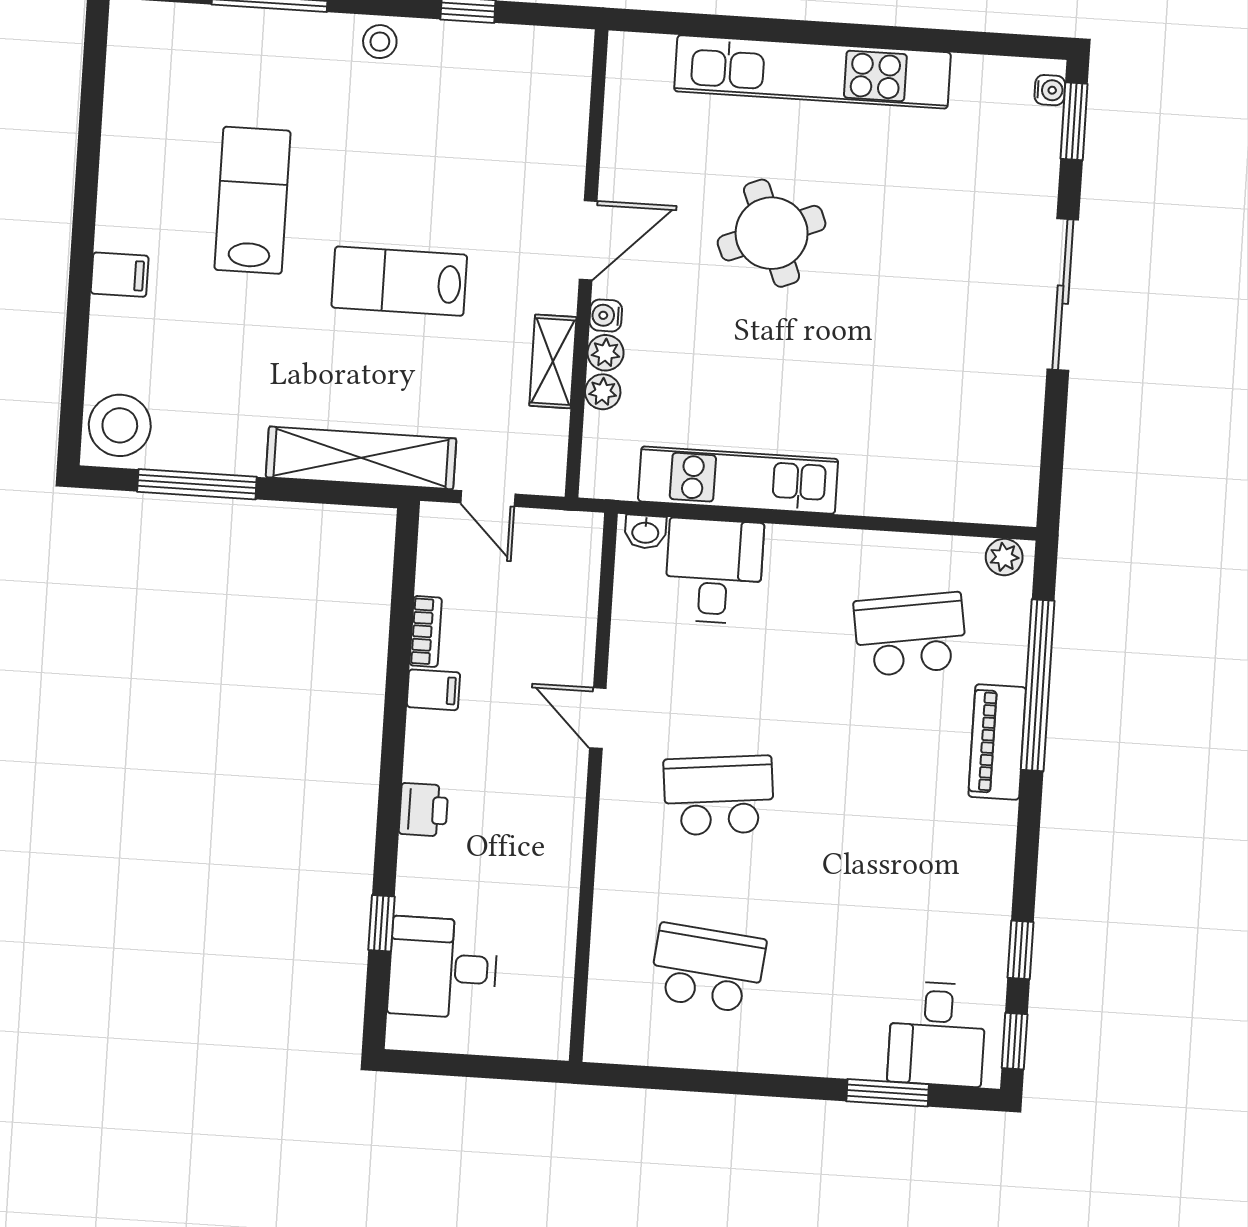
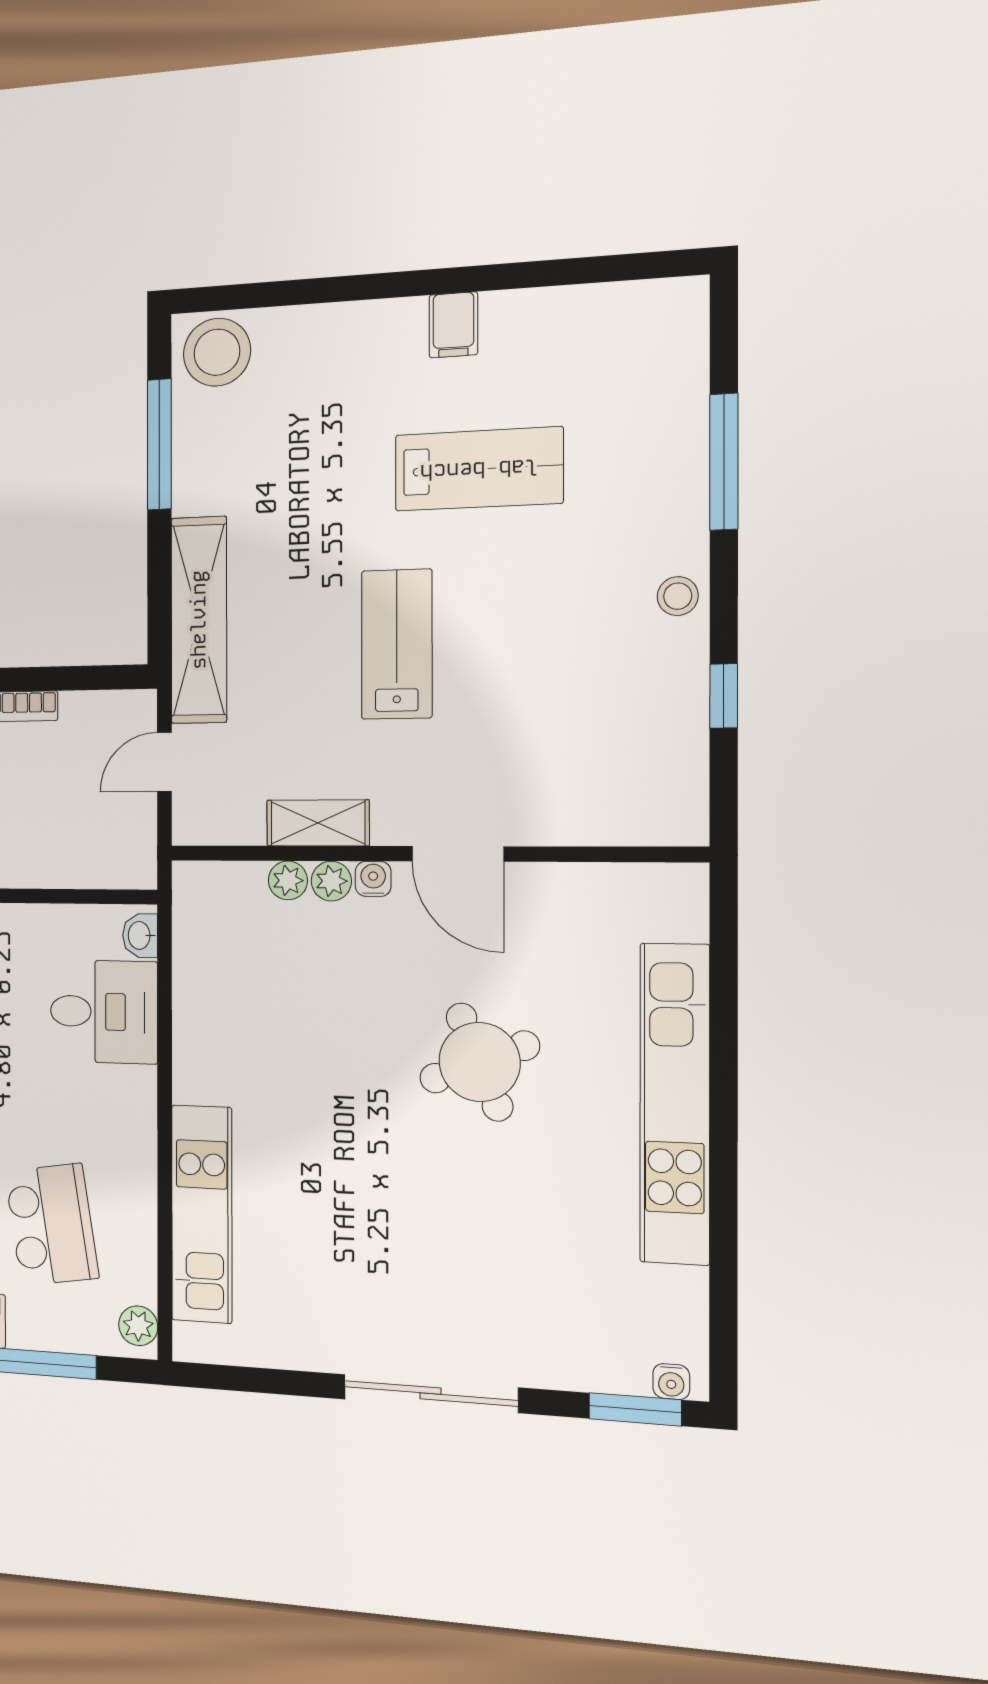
filing cabinet: (120, 275) -> (453, 325), moved
kitchen unit: (738, 480) -> (202, 1214), moved

